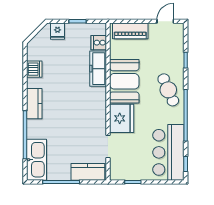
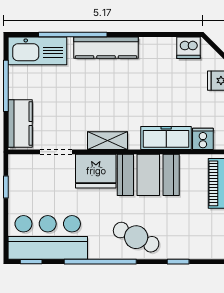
dishwasher: (34, 69) -> (189, 48), moved
cafe table: (168, 90) -> (136, 237), turned 48
kitchen counter: (34, 104) -> (106, 48), width x1.50
shelving: (100, 110) -> (107, 141), added

